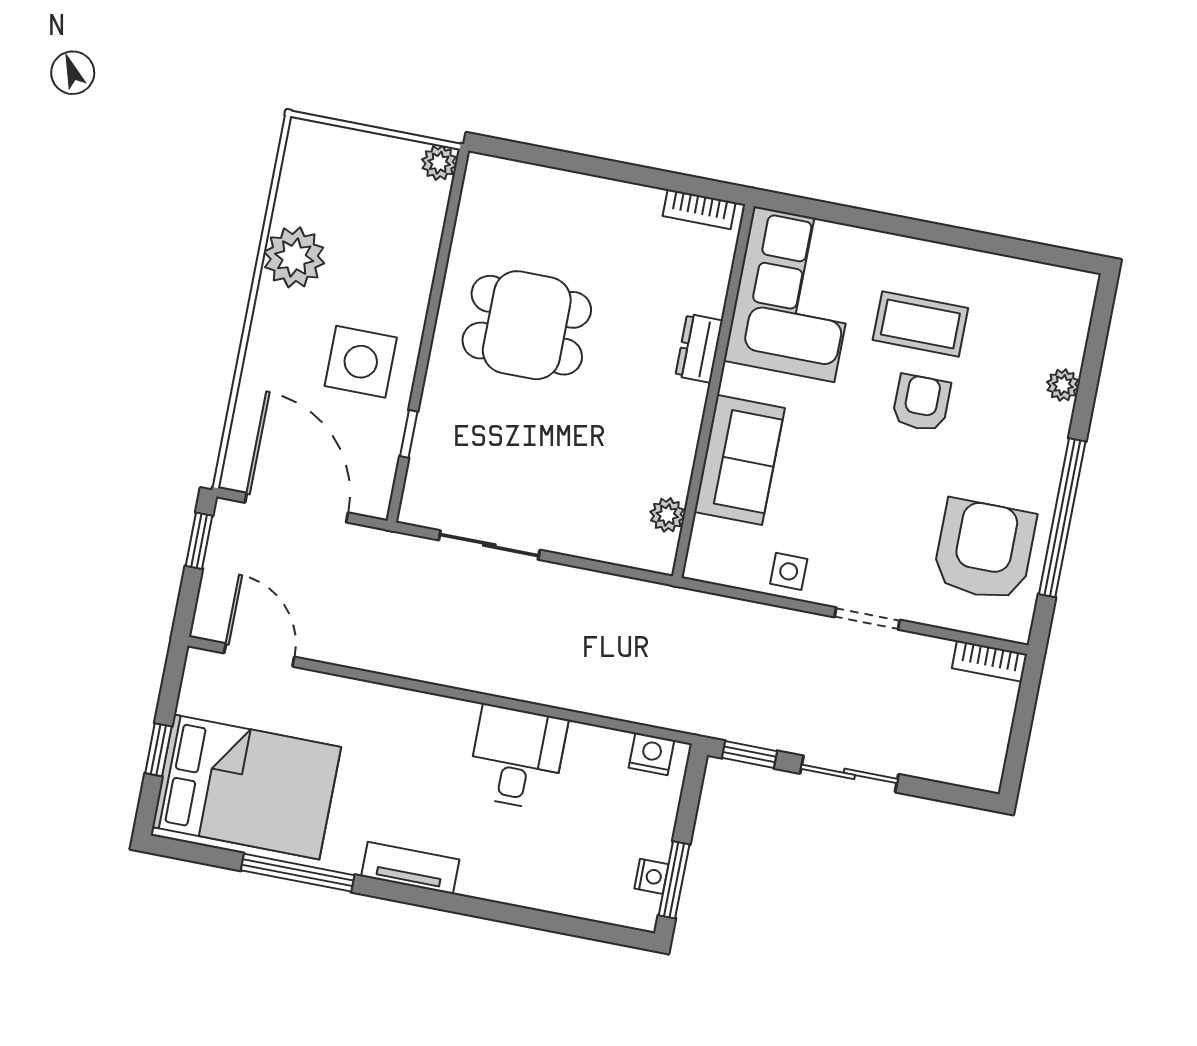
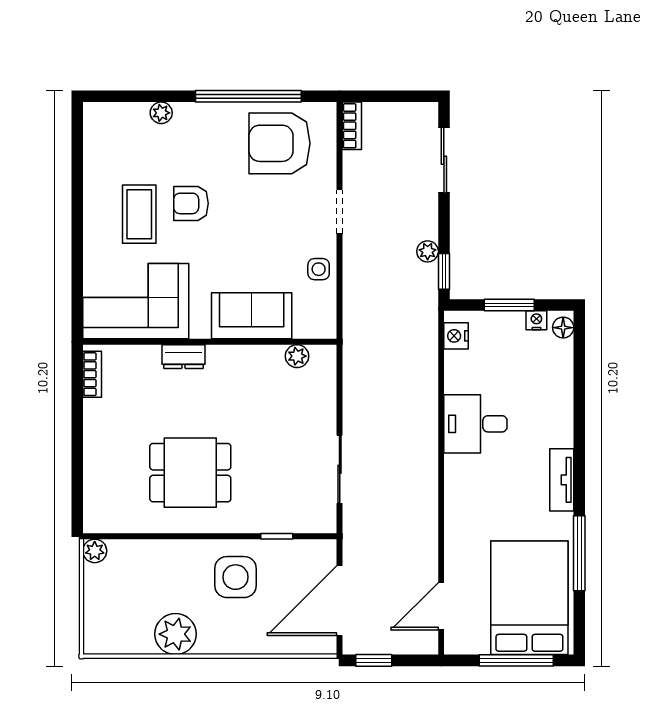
dining table: (527, 325) -> (190, 473), turned 90
plant: (784, 736) -> (428, 251), added
window: (158, 750) -> (516, 660), width x2.17
sliding door: (849, 774) -> (444, 160), moved
window: (674, 880) -> (509, 305), moved
floor lamp: (633, 913) -> (563, 328), added

